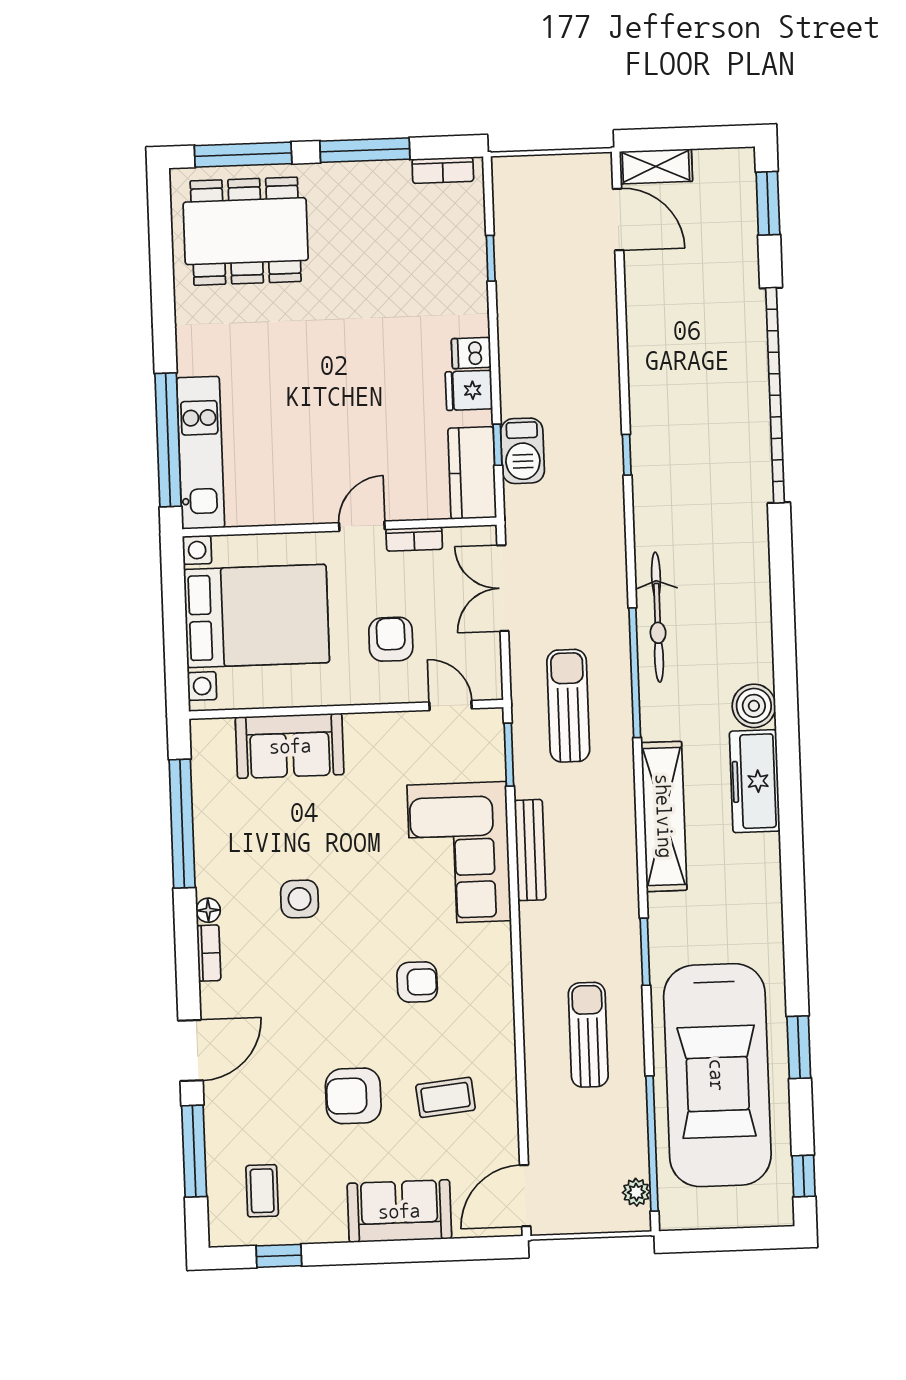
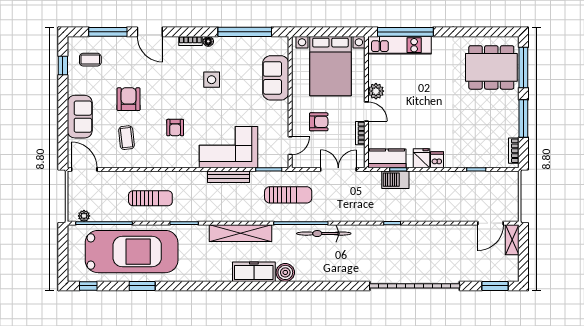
dining table: (246, 231) -> (491, 67), turned 90
plant: (313, 505) -> (376, 91), added
car: (717, 1075) -> (132, 252), turned 180

